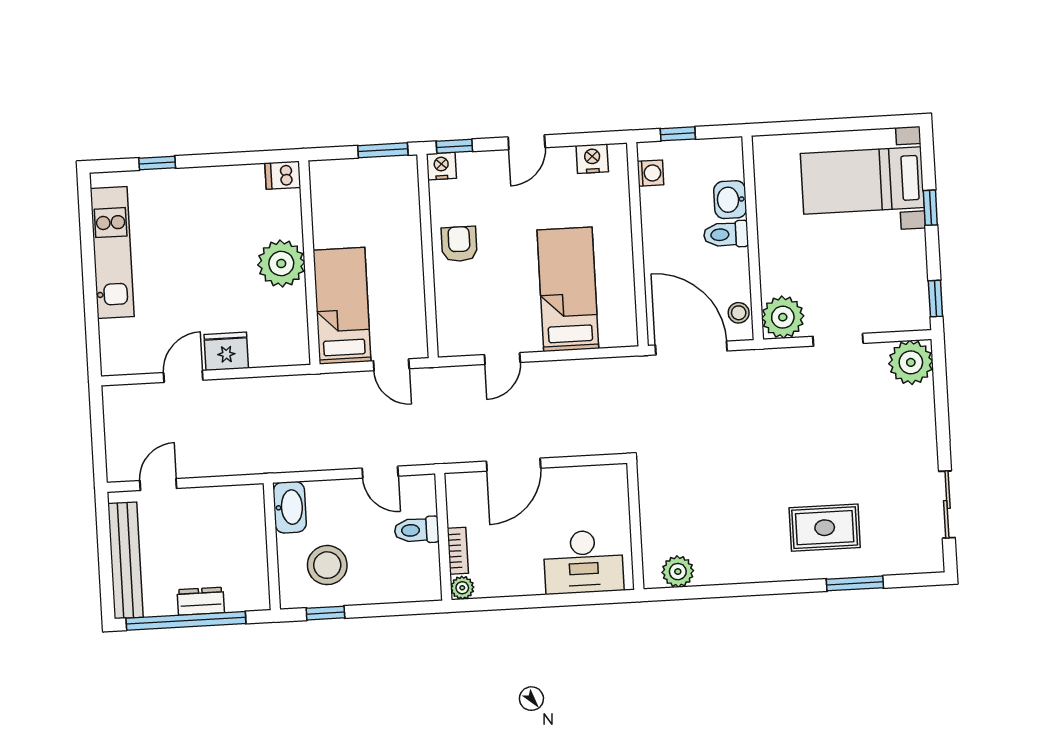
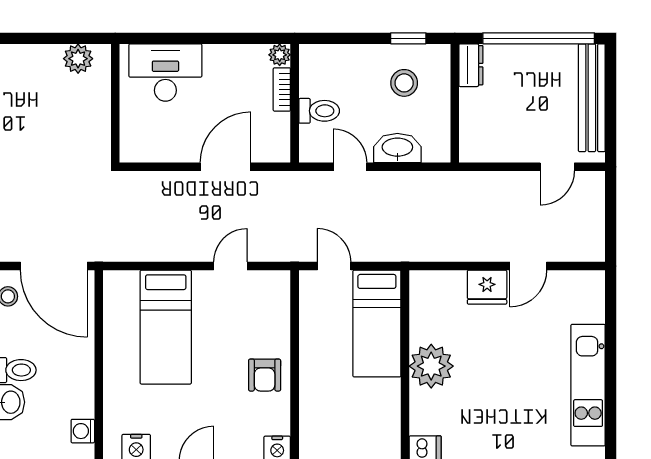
washbasin: (290, 507) -> (397, 148), moved, turned 90
stool: (327, 565) -> (404, 83), width x0.73, depth x0.73
dresser: (201, 601) -> (471, 65), moved, turned -90

